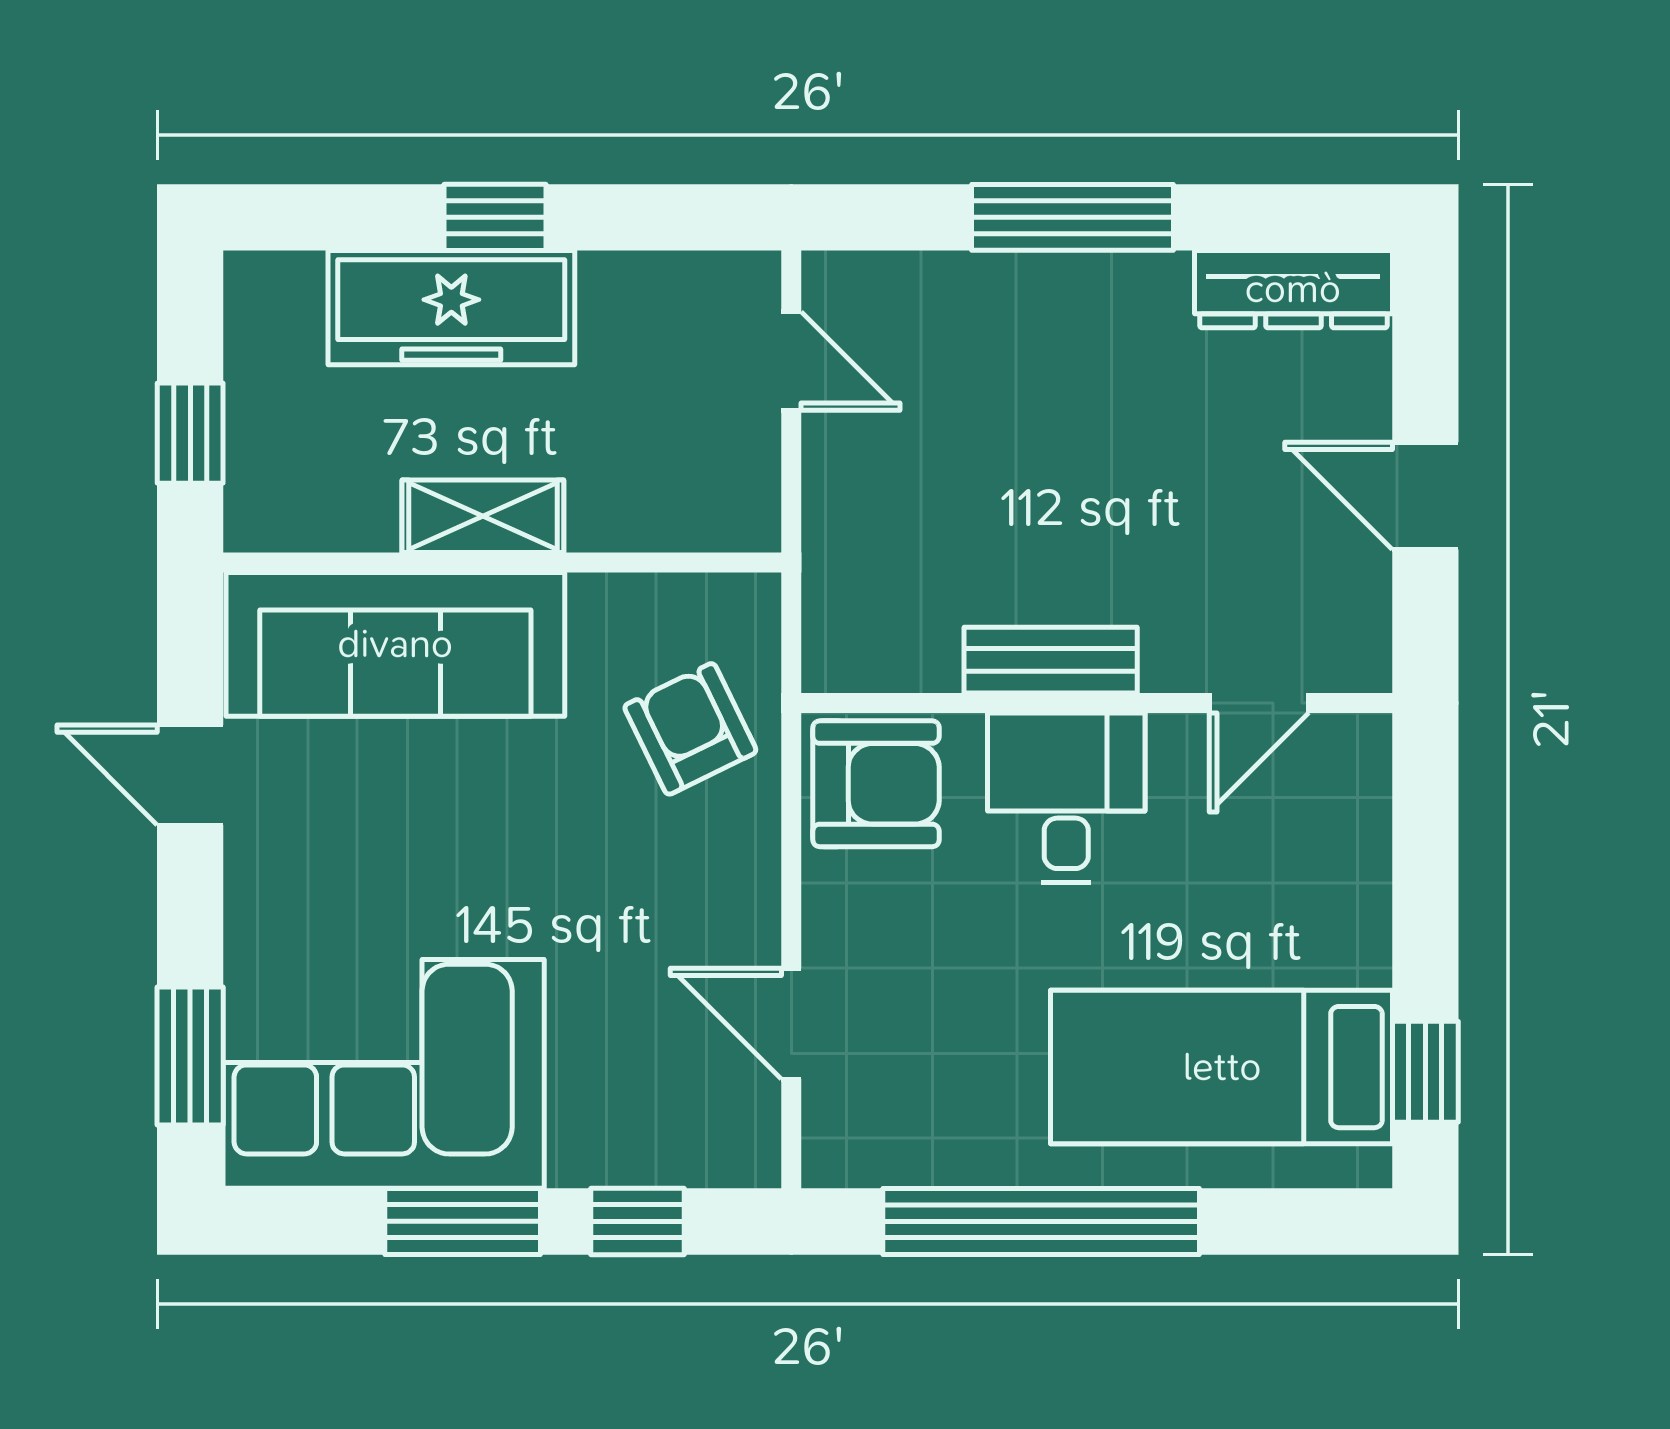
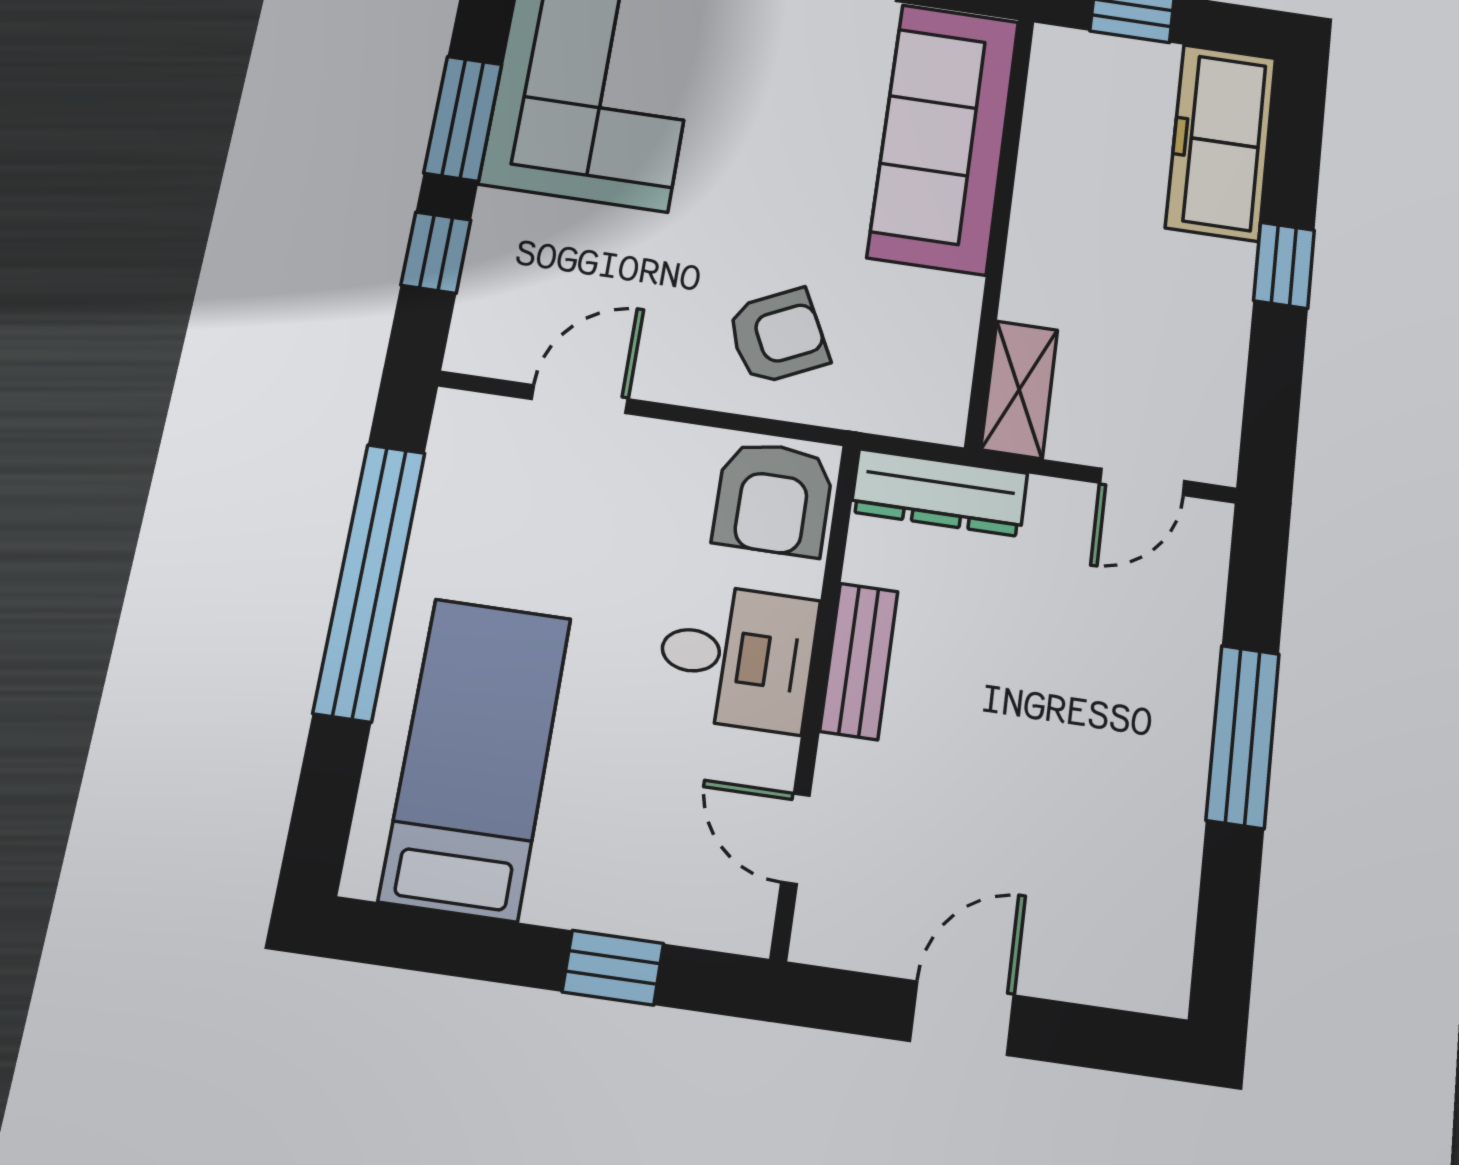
dresser: (1293, 289) -> (939, 493), moved, turned -90
freezer: (451, 308) -> (1221, 142), moved
shelving: (483, 516) -> (1019, 390), moved
armchair: (690, 729) -> (778, 336), moved
window: (1425, 1072) -> (613, 968), moved

